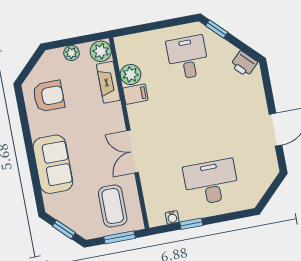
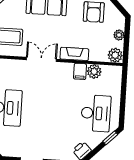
desk: (188, 57) -> (96, 113), width x1.37
fireplace: (108, 82) -> (74, 54), moved

